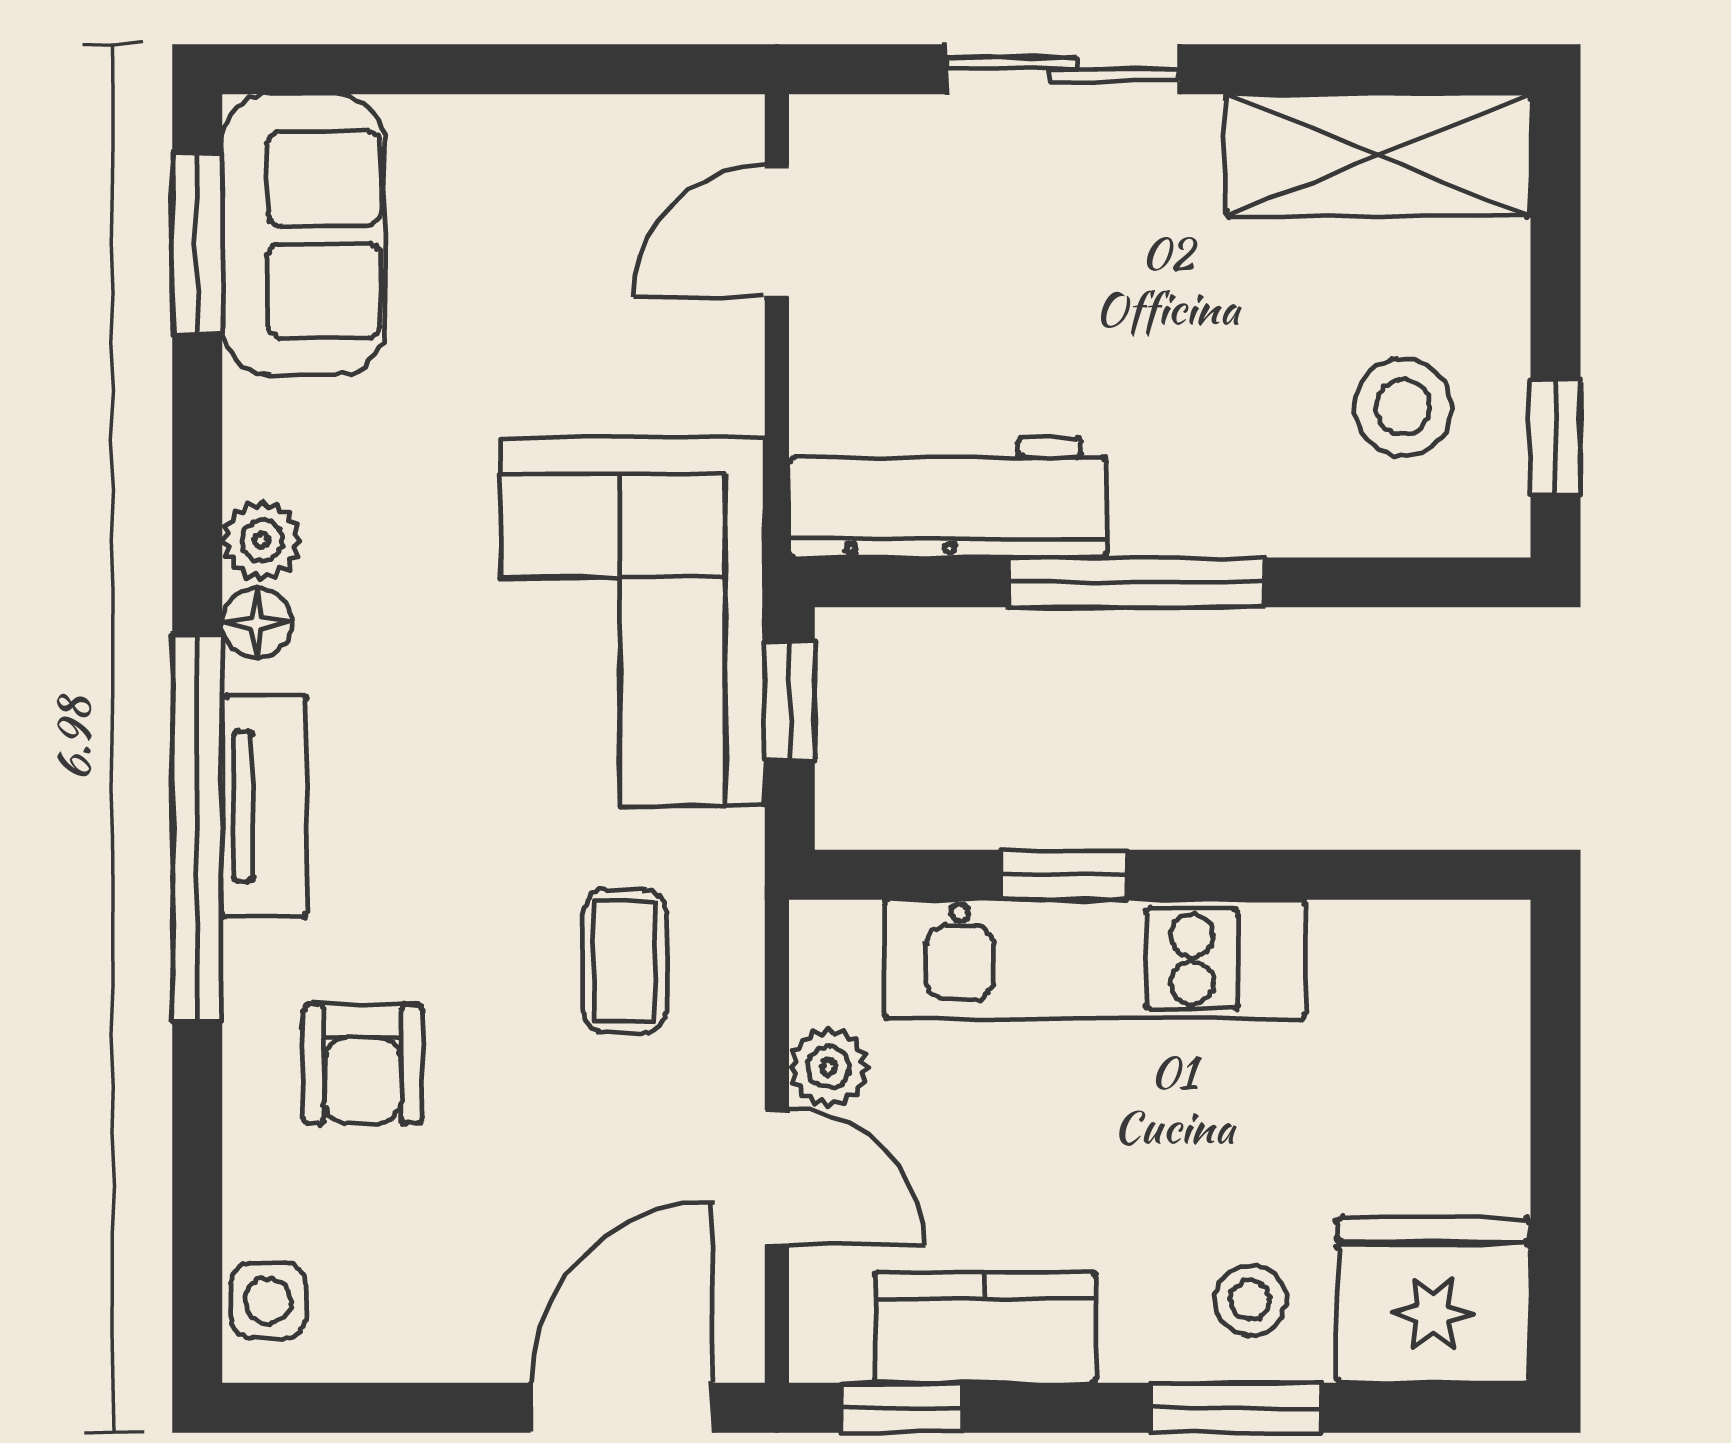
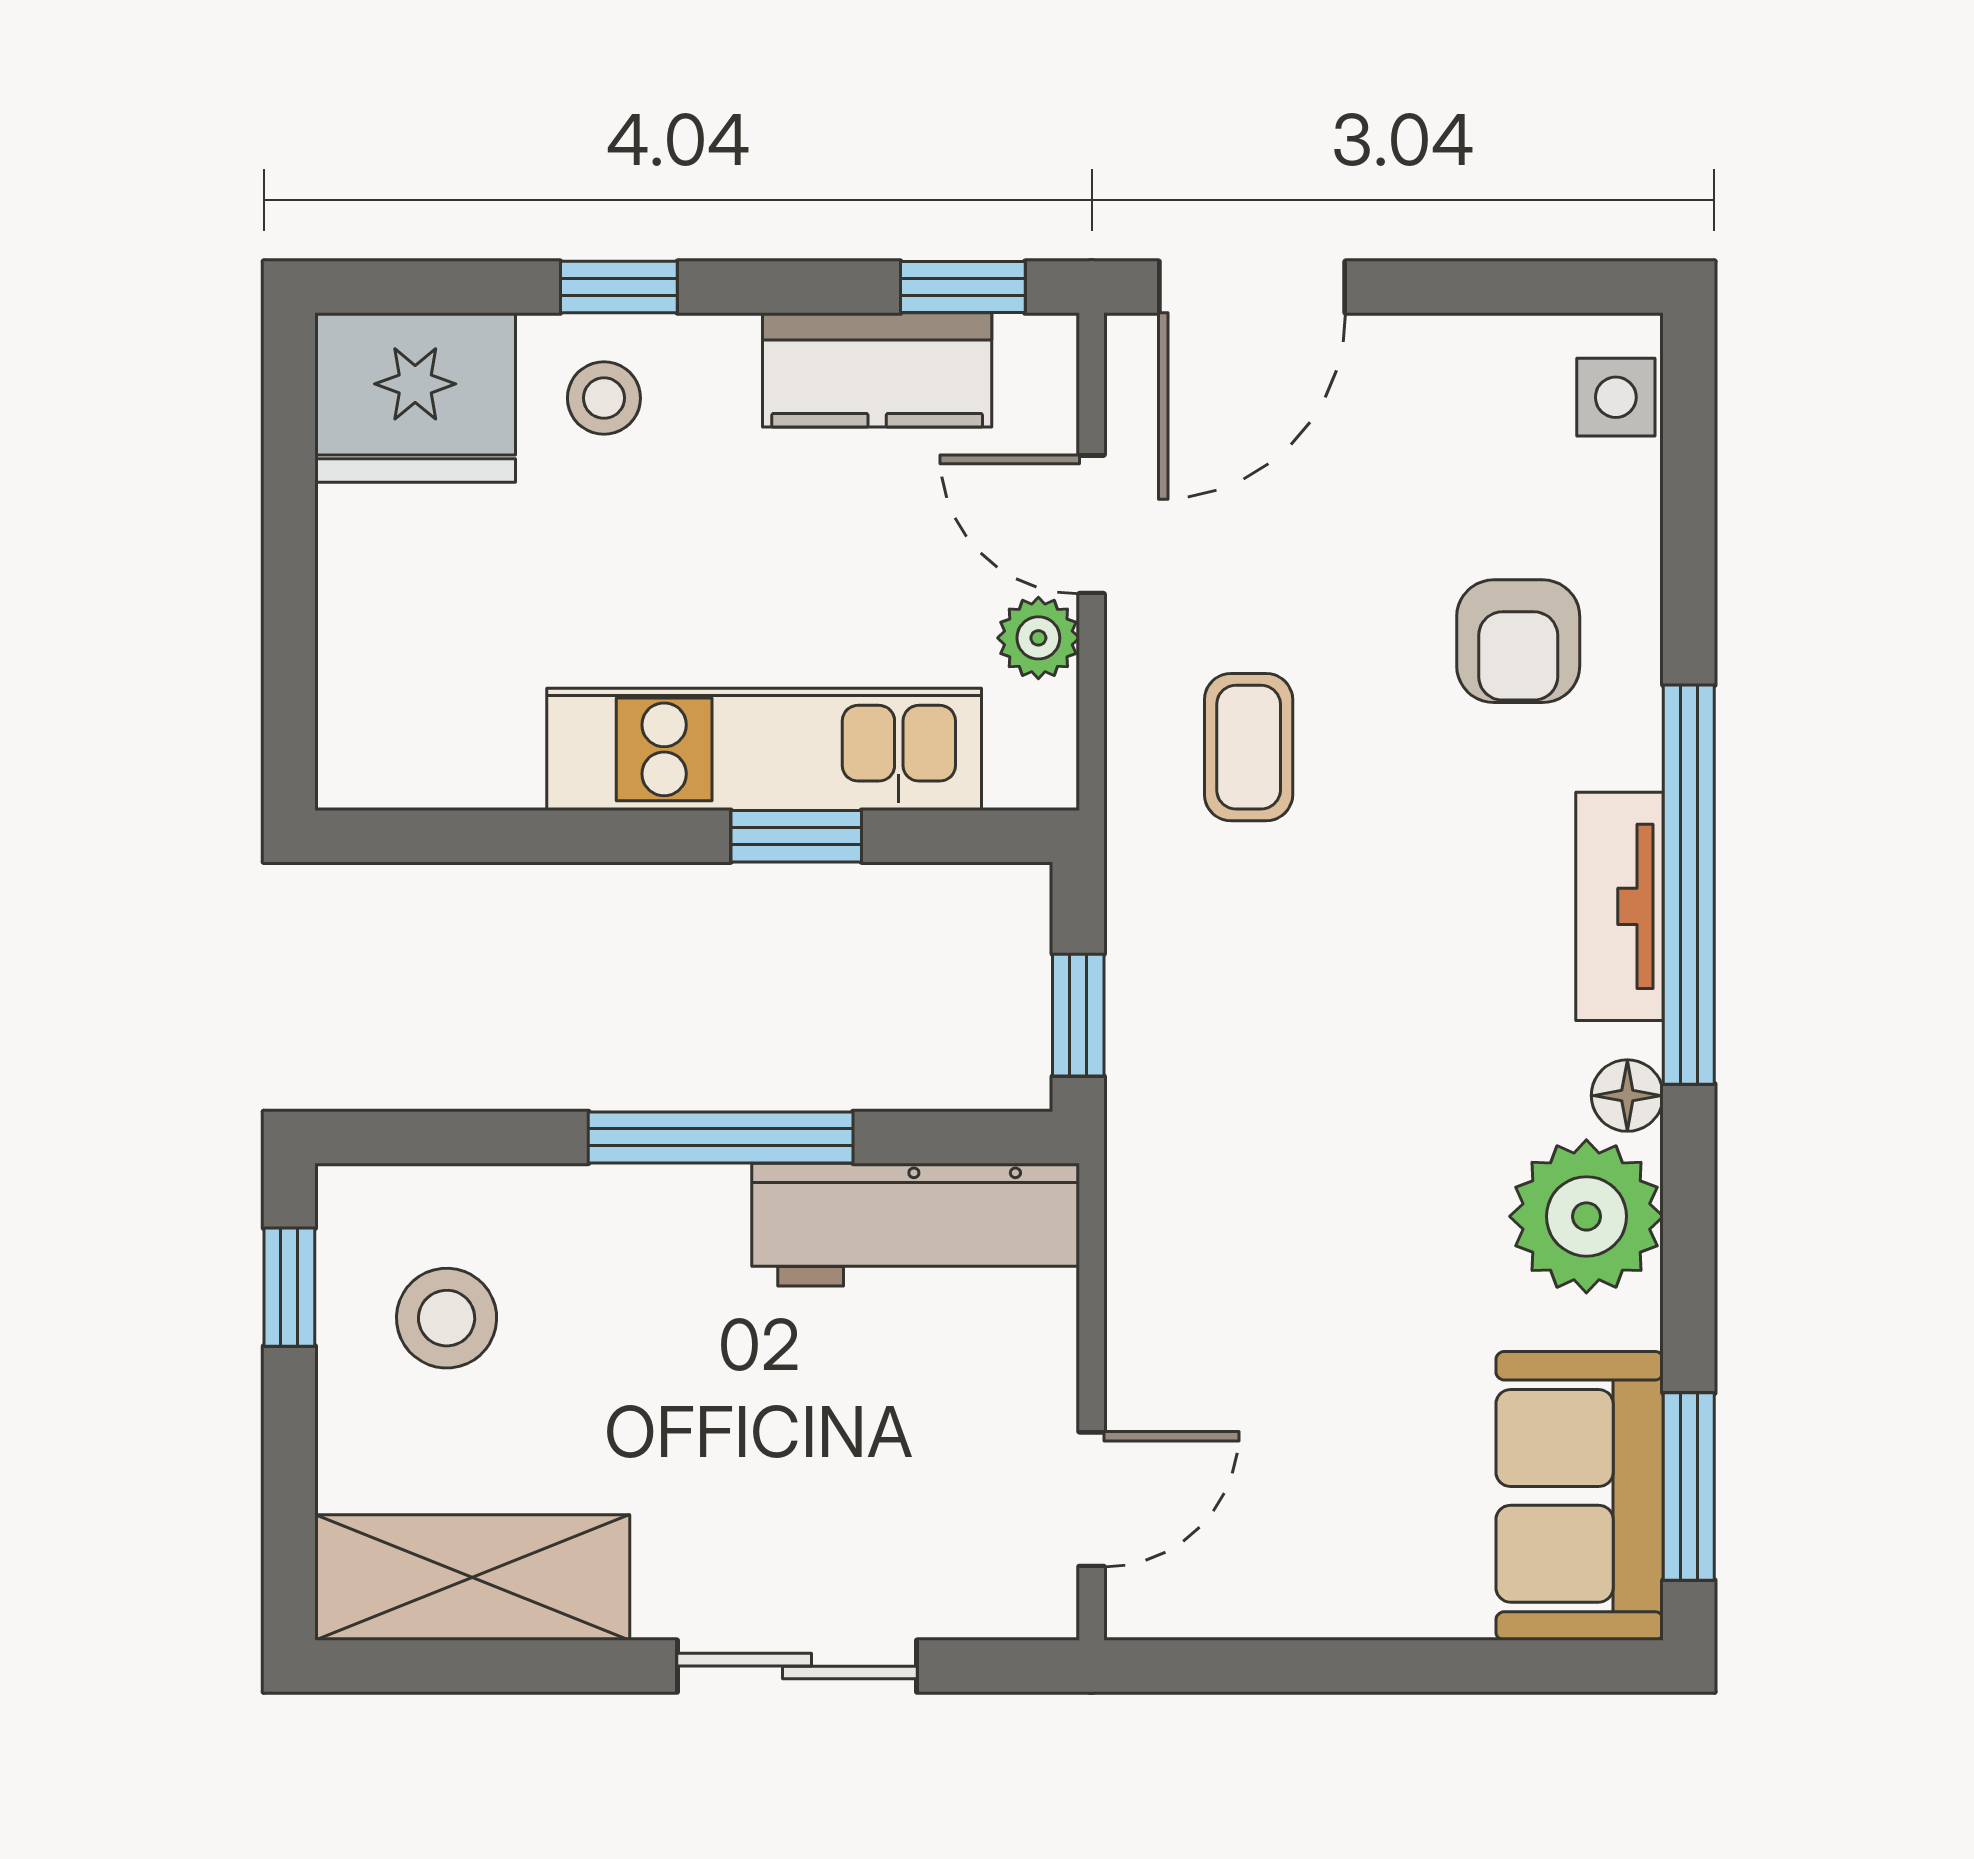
plant: (262, 540) -> (1586, 1216), width x1.87, depth x1.87
corner sofa: (633, 622) -> (1240, 1097), removed
armchair: (363, 1064) -> (1518, 641), turned 180
window: (1236, 1408) -> (619, 287), width x0.67

